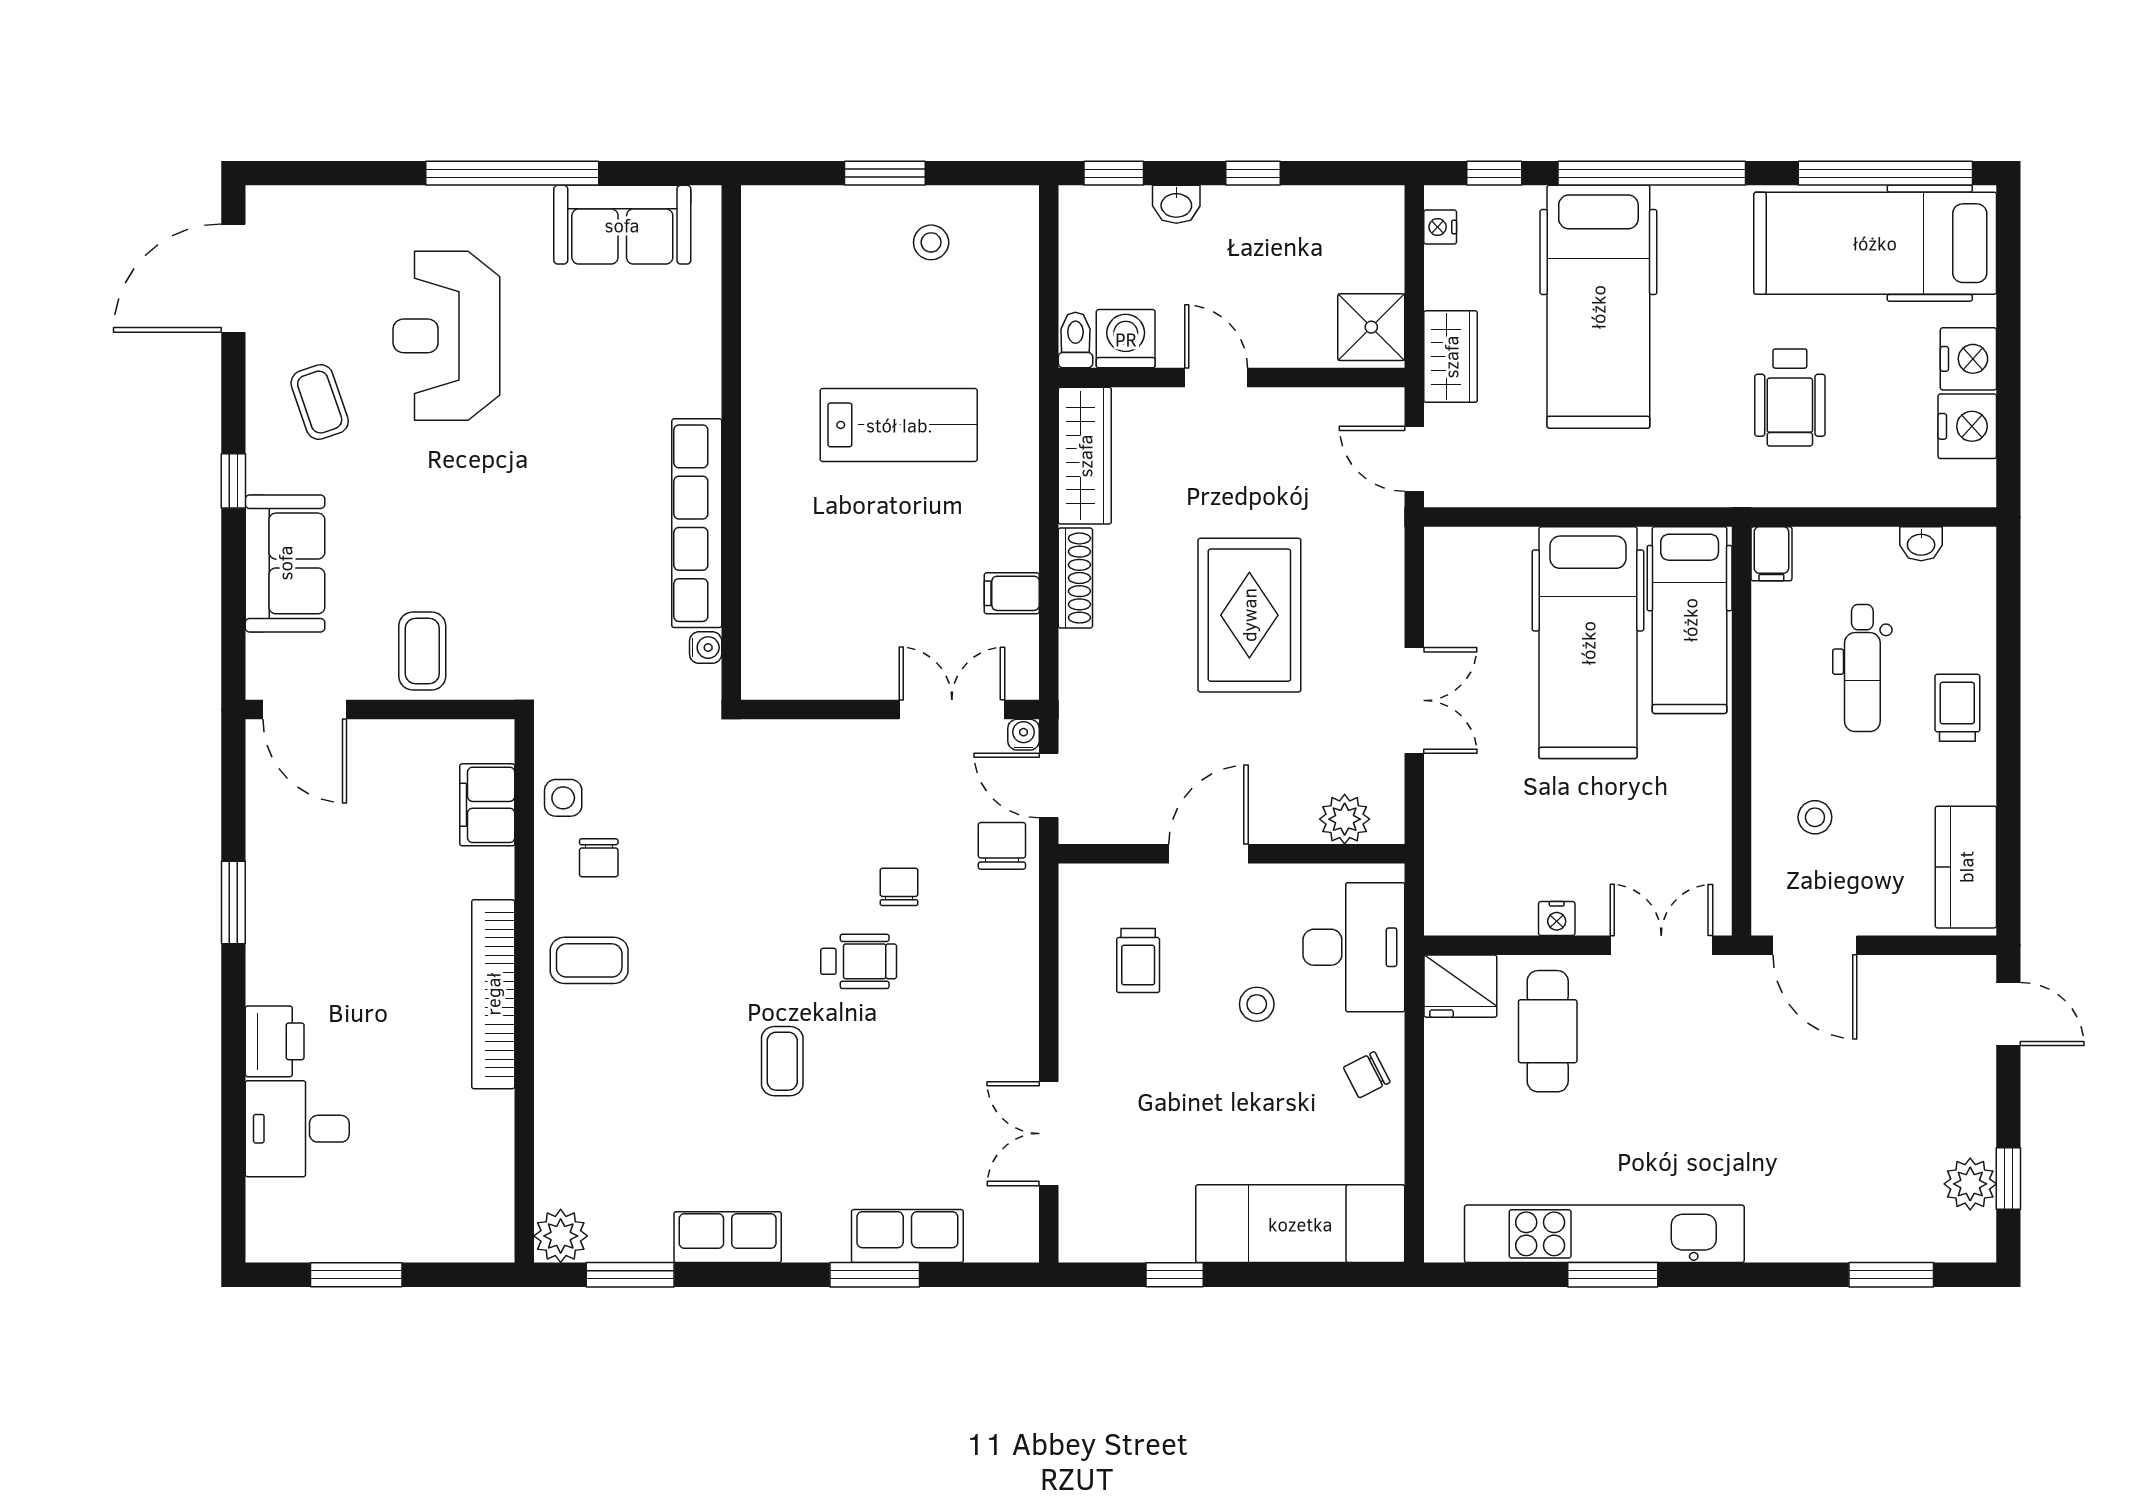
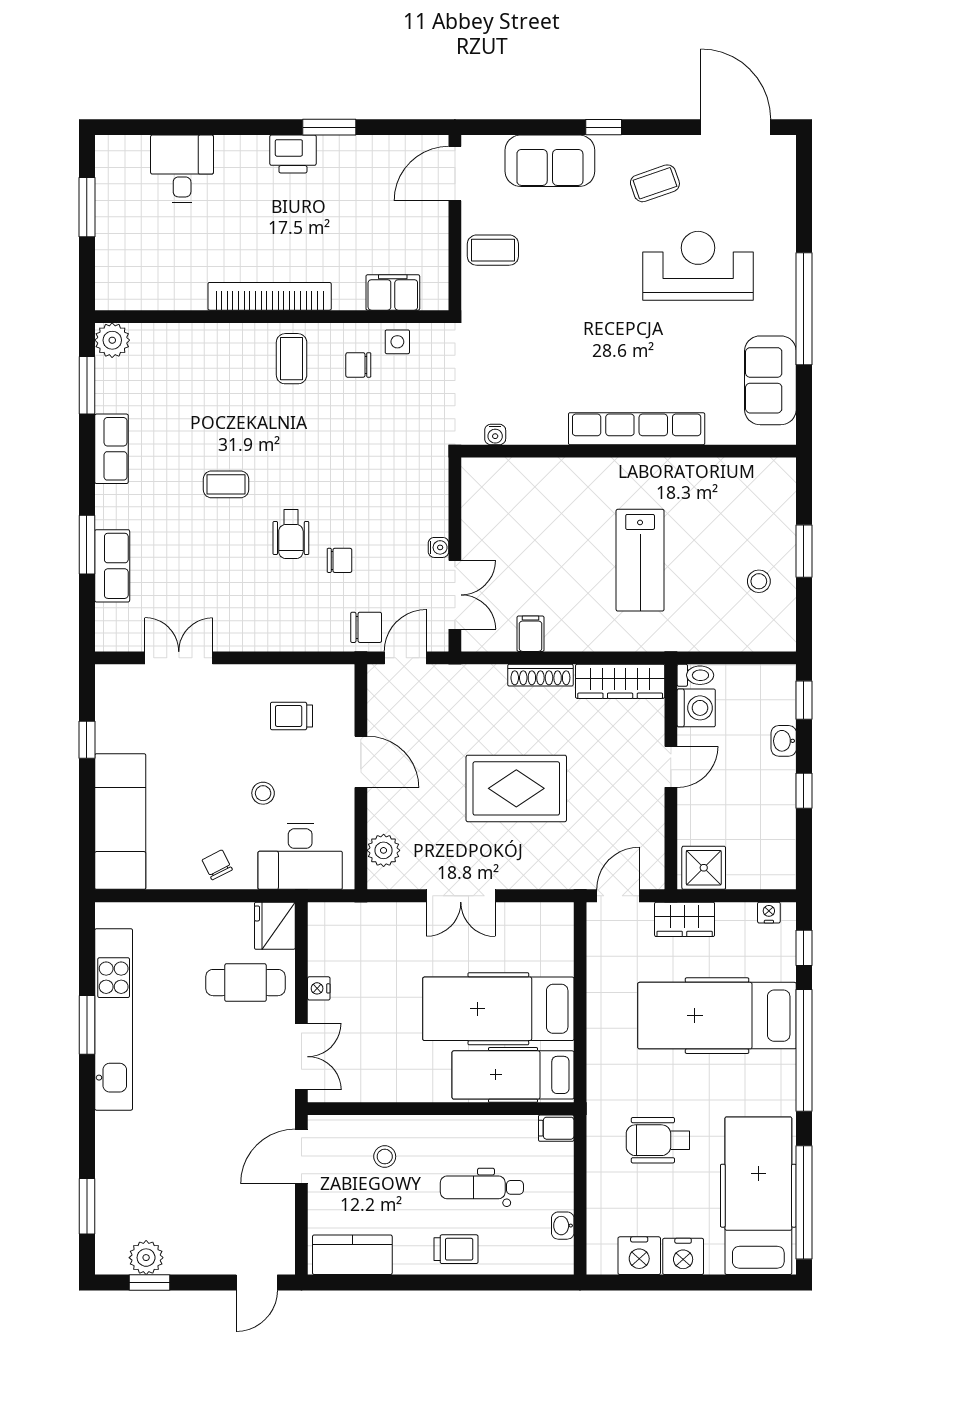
row of seats: (697, 523) -> (637, 429), moved
water cooler: (1024, 735) -> (438, 547), moved
printer: (275, 1041) -> (293, 154), moved

